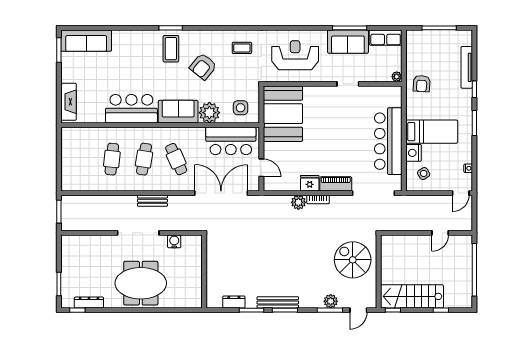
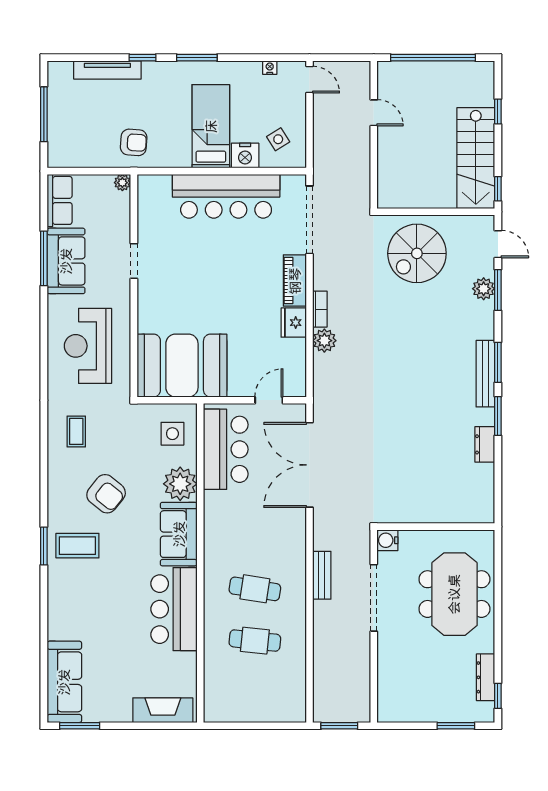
cafe table: (176, 159) -> (255, 537), removed
wall: (204, 272) -> (436, 527), moved

